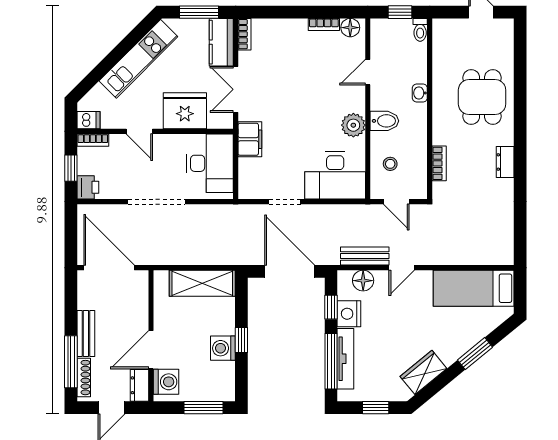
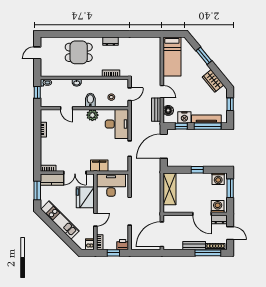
floor lamp: (350, 28) -> (45, 117), removed
washing machine: (223, 348) -> (218, 179), moved

